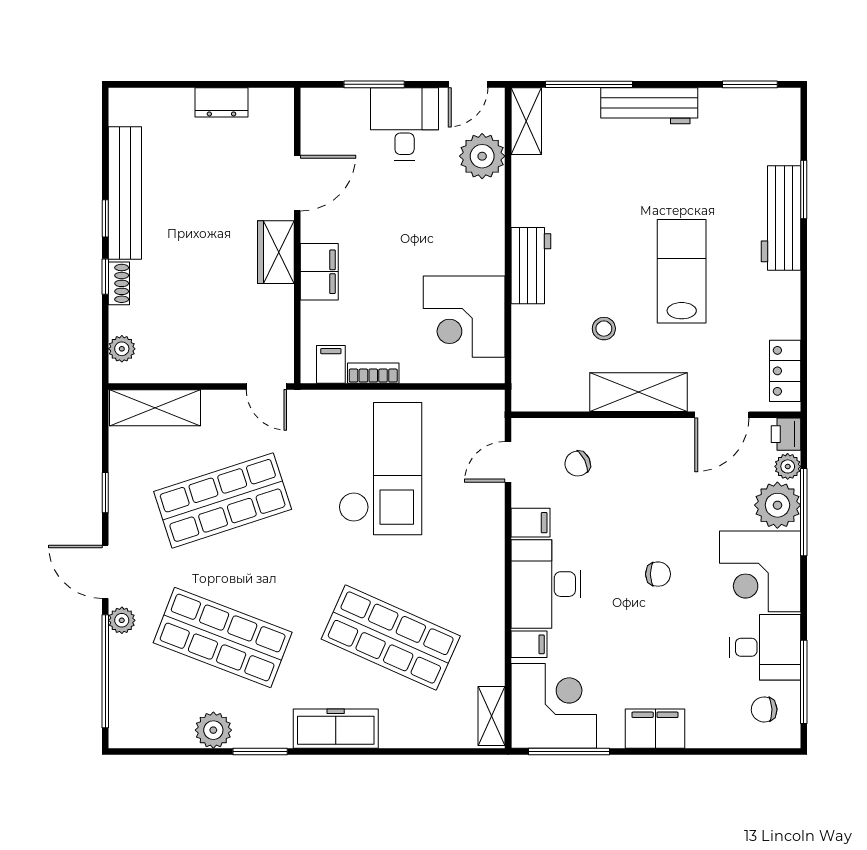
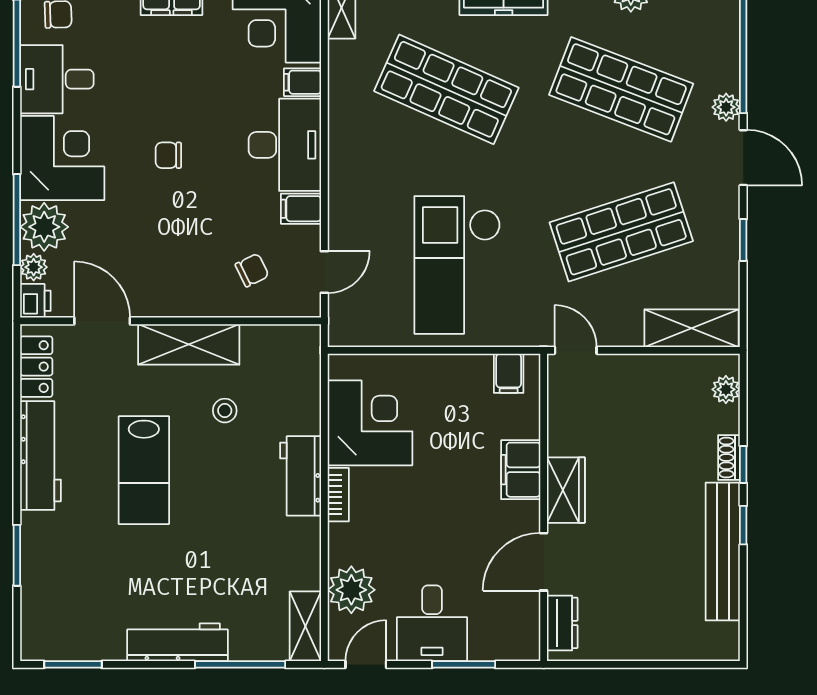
dresser: (221, 102) -> (562, 623), moved, turned 90
workbench: (781, 218) -> (41, 456), moved
bookcase: (373, 373) -> (338, 495), moved, turned -90
door: (722, 415) -> (102, 321), hinge flipped

